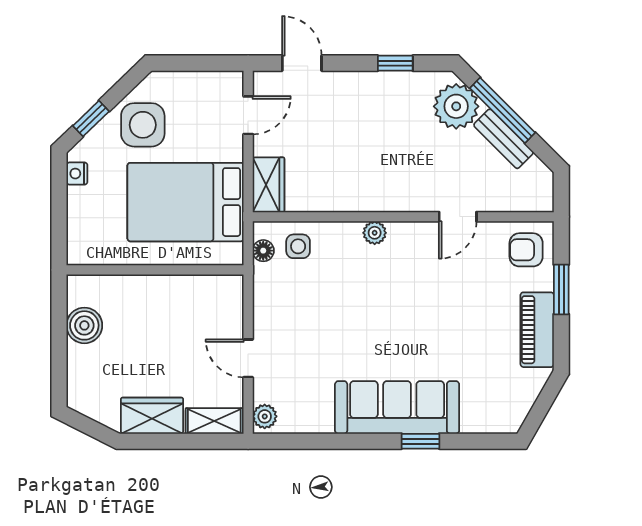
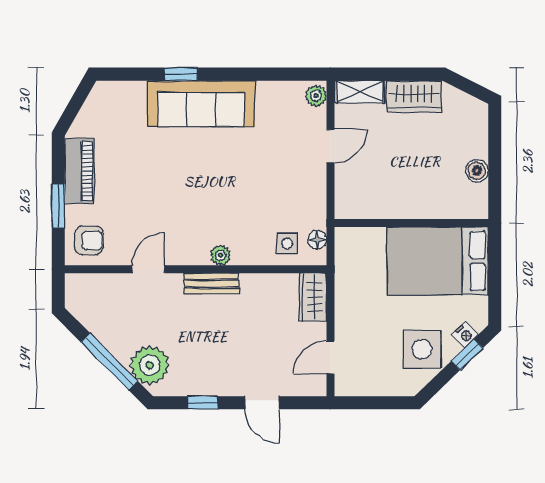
door: (302, 63) -> (262, 403), moved
bench: (503, 139) -> (211, 283), moved, turned -45
nightstand: (77, 174) -> (465, 335), moved, turned 46
bed: (186, 202) -> (438, 261), moved, turned 180
boiler: (84, 325) -> (477, 171), width x0.73, depth x0.73
door: (248, 358) -> (330, 146), hinge flipped

